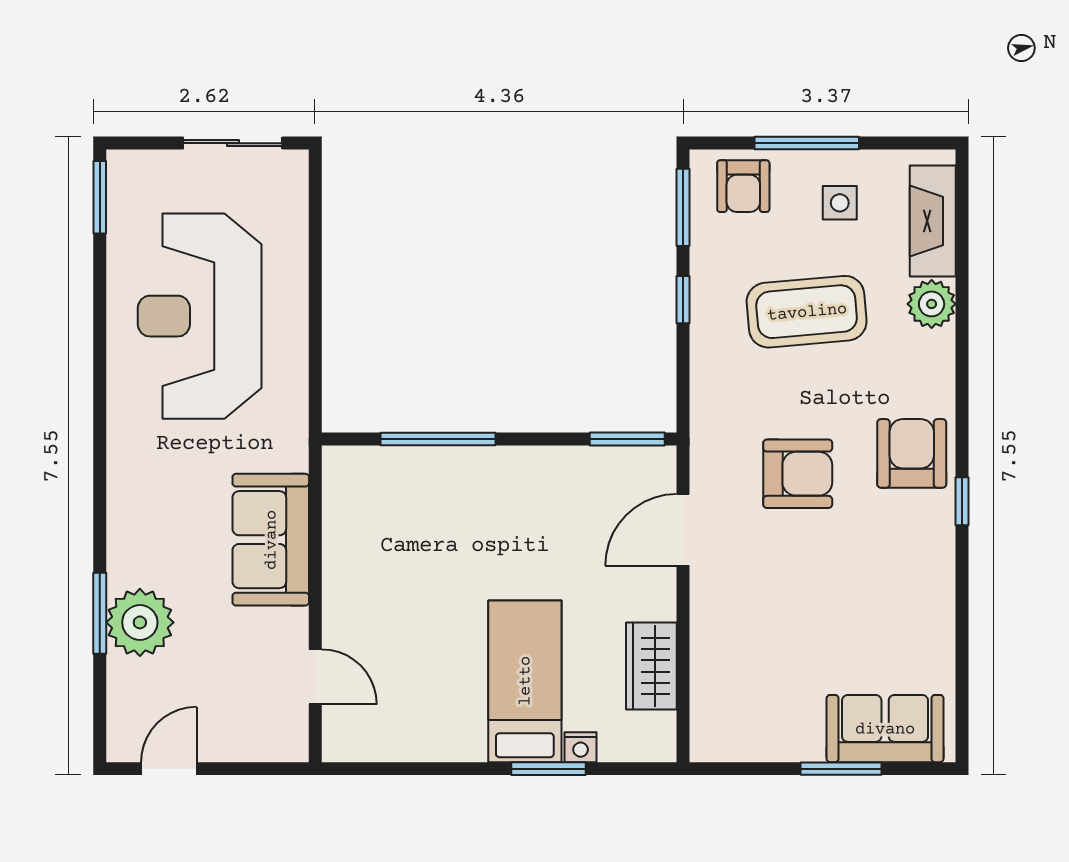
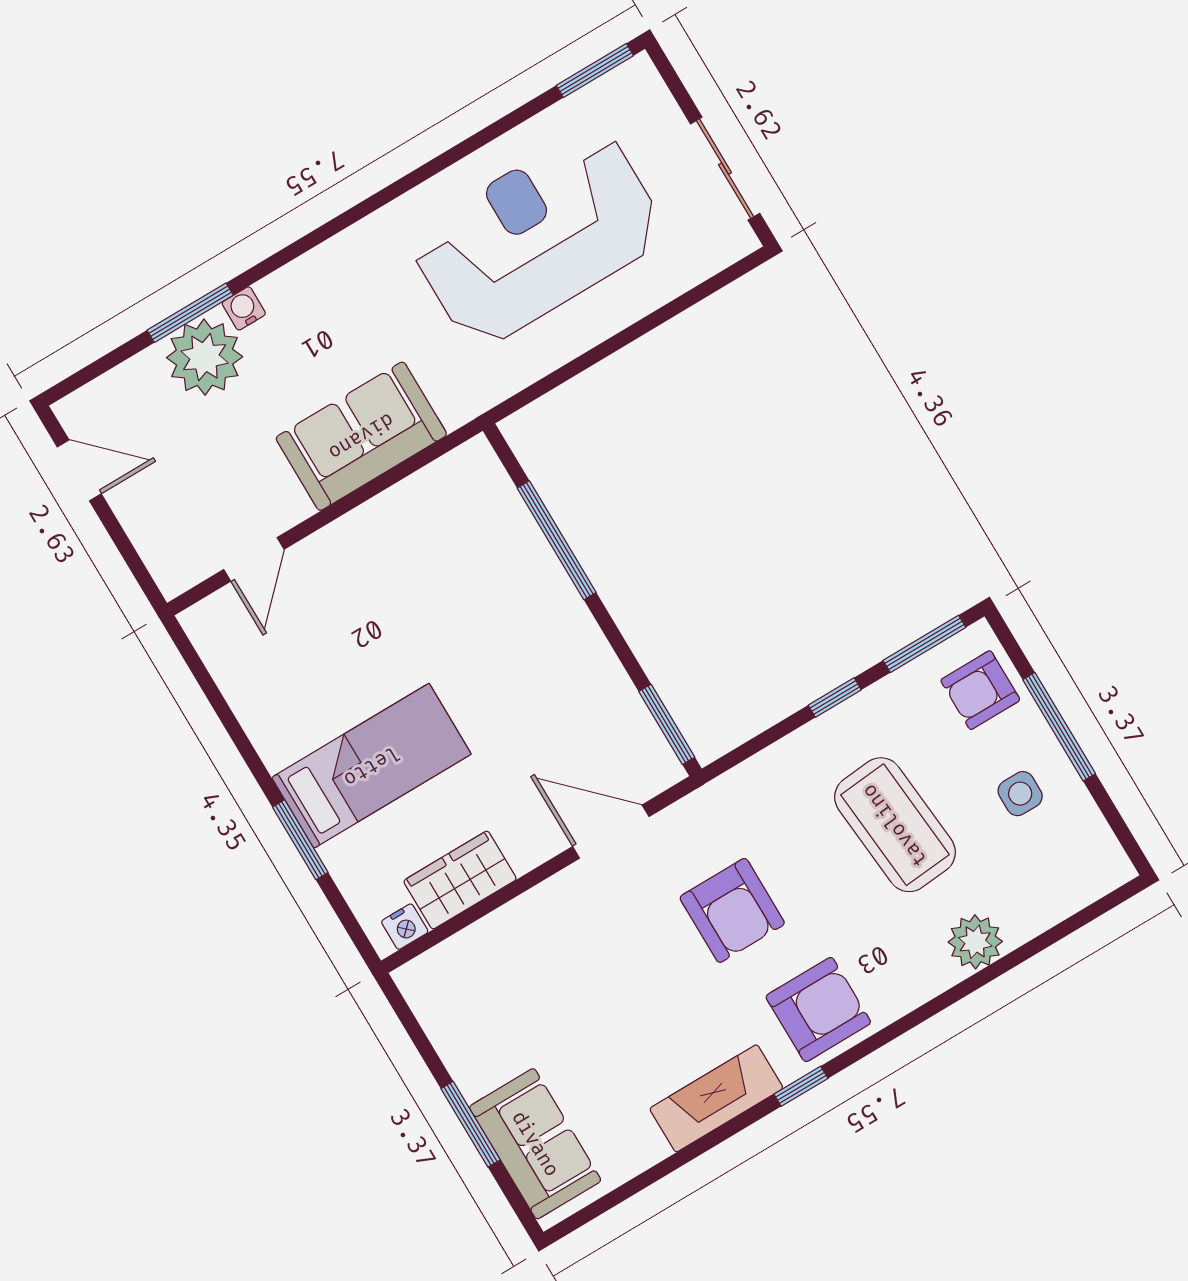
fireplace: (933, 221) -> (716, 1098), moved
water cooler: (121, 571) -> (244, 308), added
nightstand: (581, 747) -> (405, 927), moved, turned -90

